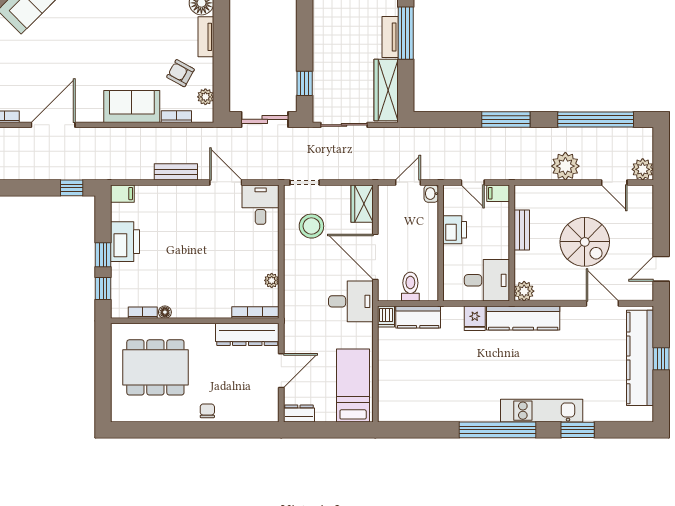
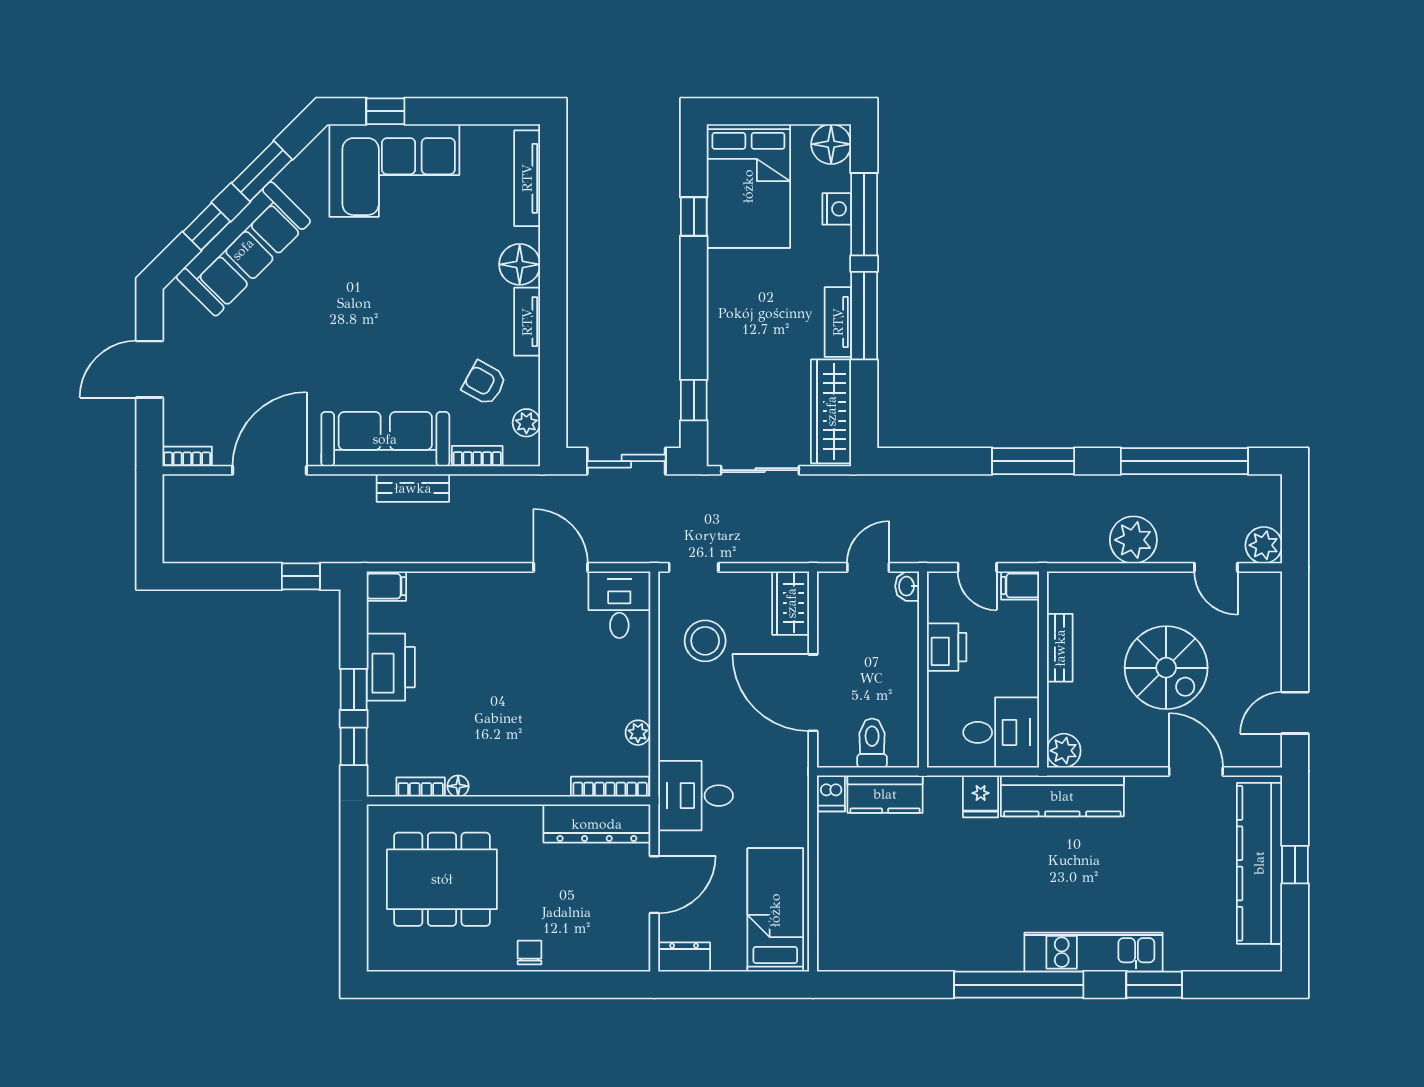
sofa: (132, 106) -> (385, 439), width x1.36
bench: (176, 172) -> (413, 488), moved
desk: (351, 301) -> (696, 796), moved, turned 180

